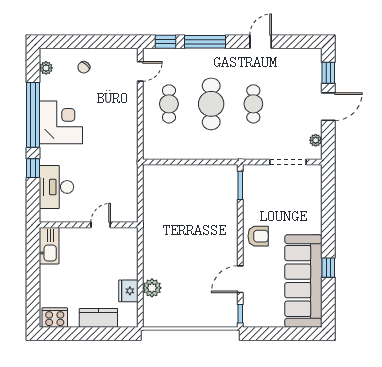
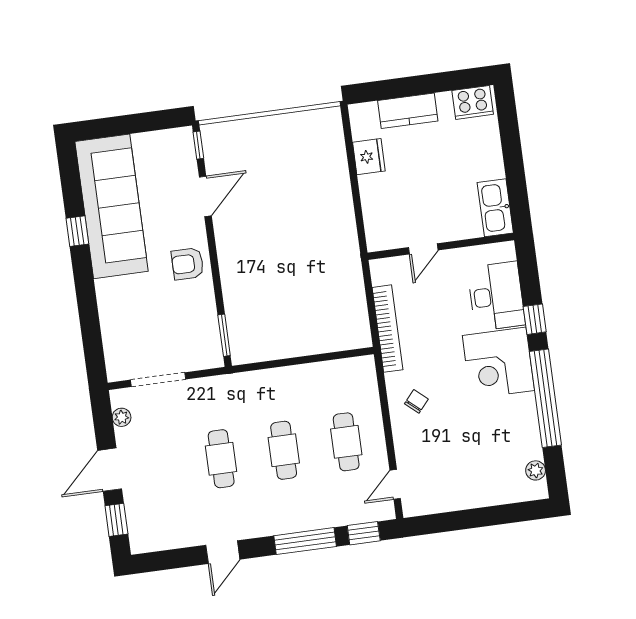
chair: (84, 67) -> (416, 401), moved
cafe table: (211, 104) -> (284, 450), width x0.73, depth x0.74
corner desk: (61, 122) -> (498, 363), moved
bookcase: (131, 175) -> (388, 329), added
plant: (152, 288) -> (334, 166), removed

